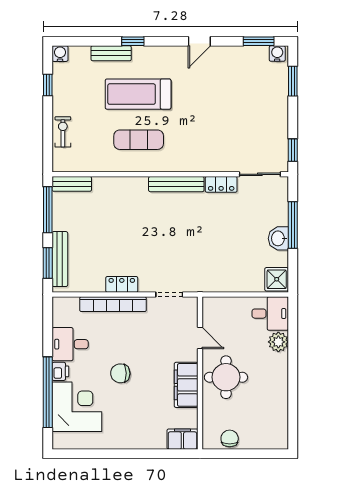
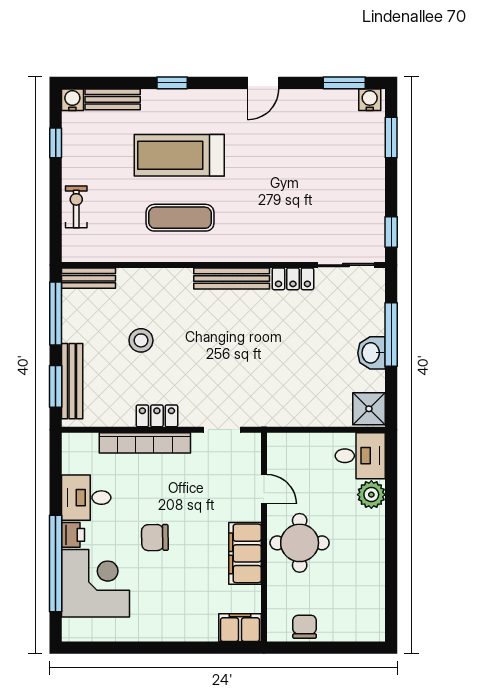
bench: (111, 53) -> (113, 99), moved
stool: (110, 229) -> (141, 340), added

